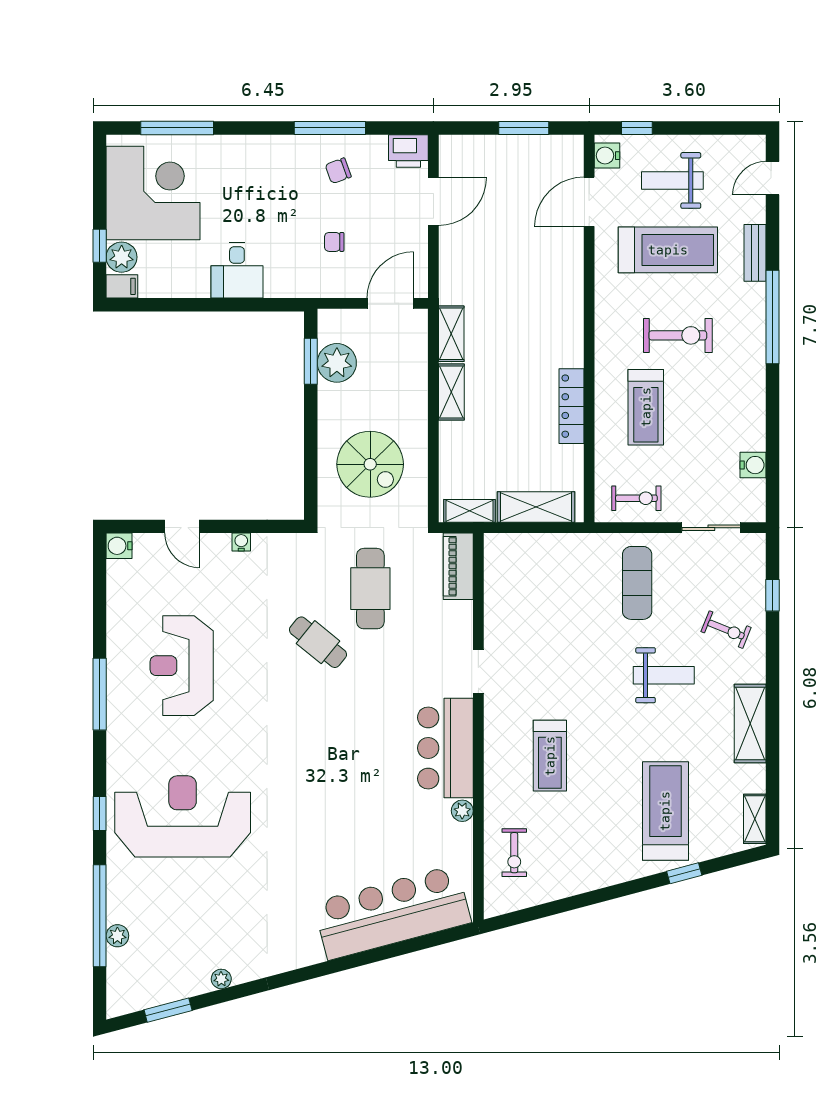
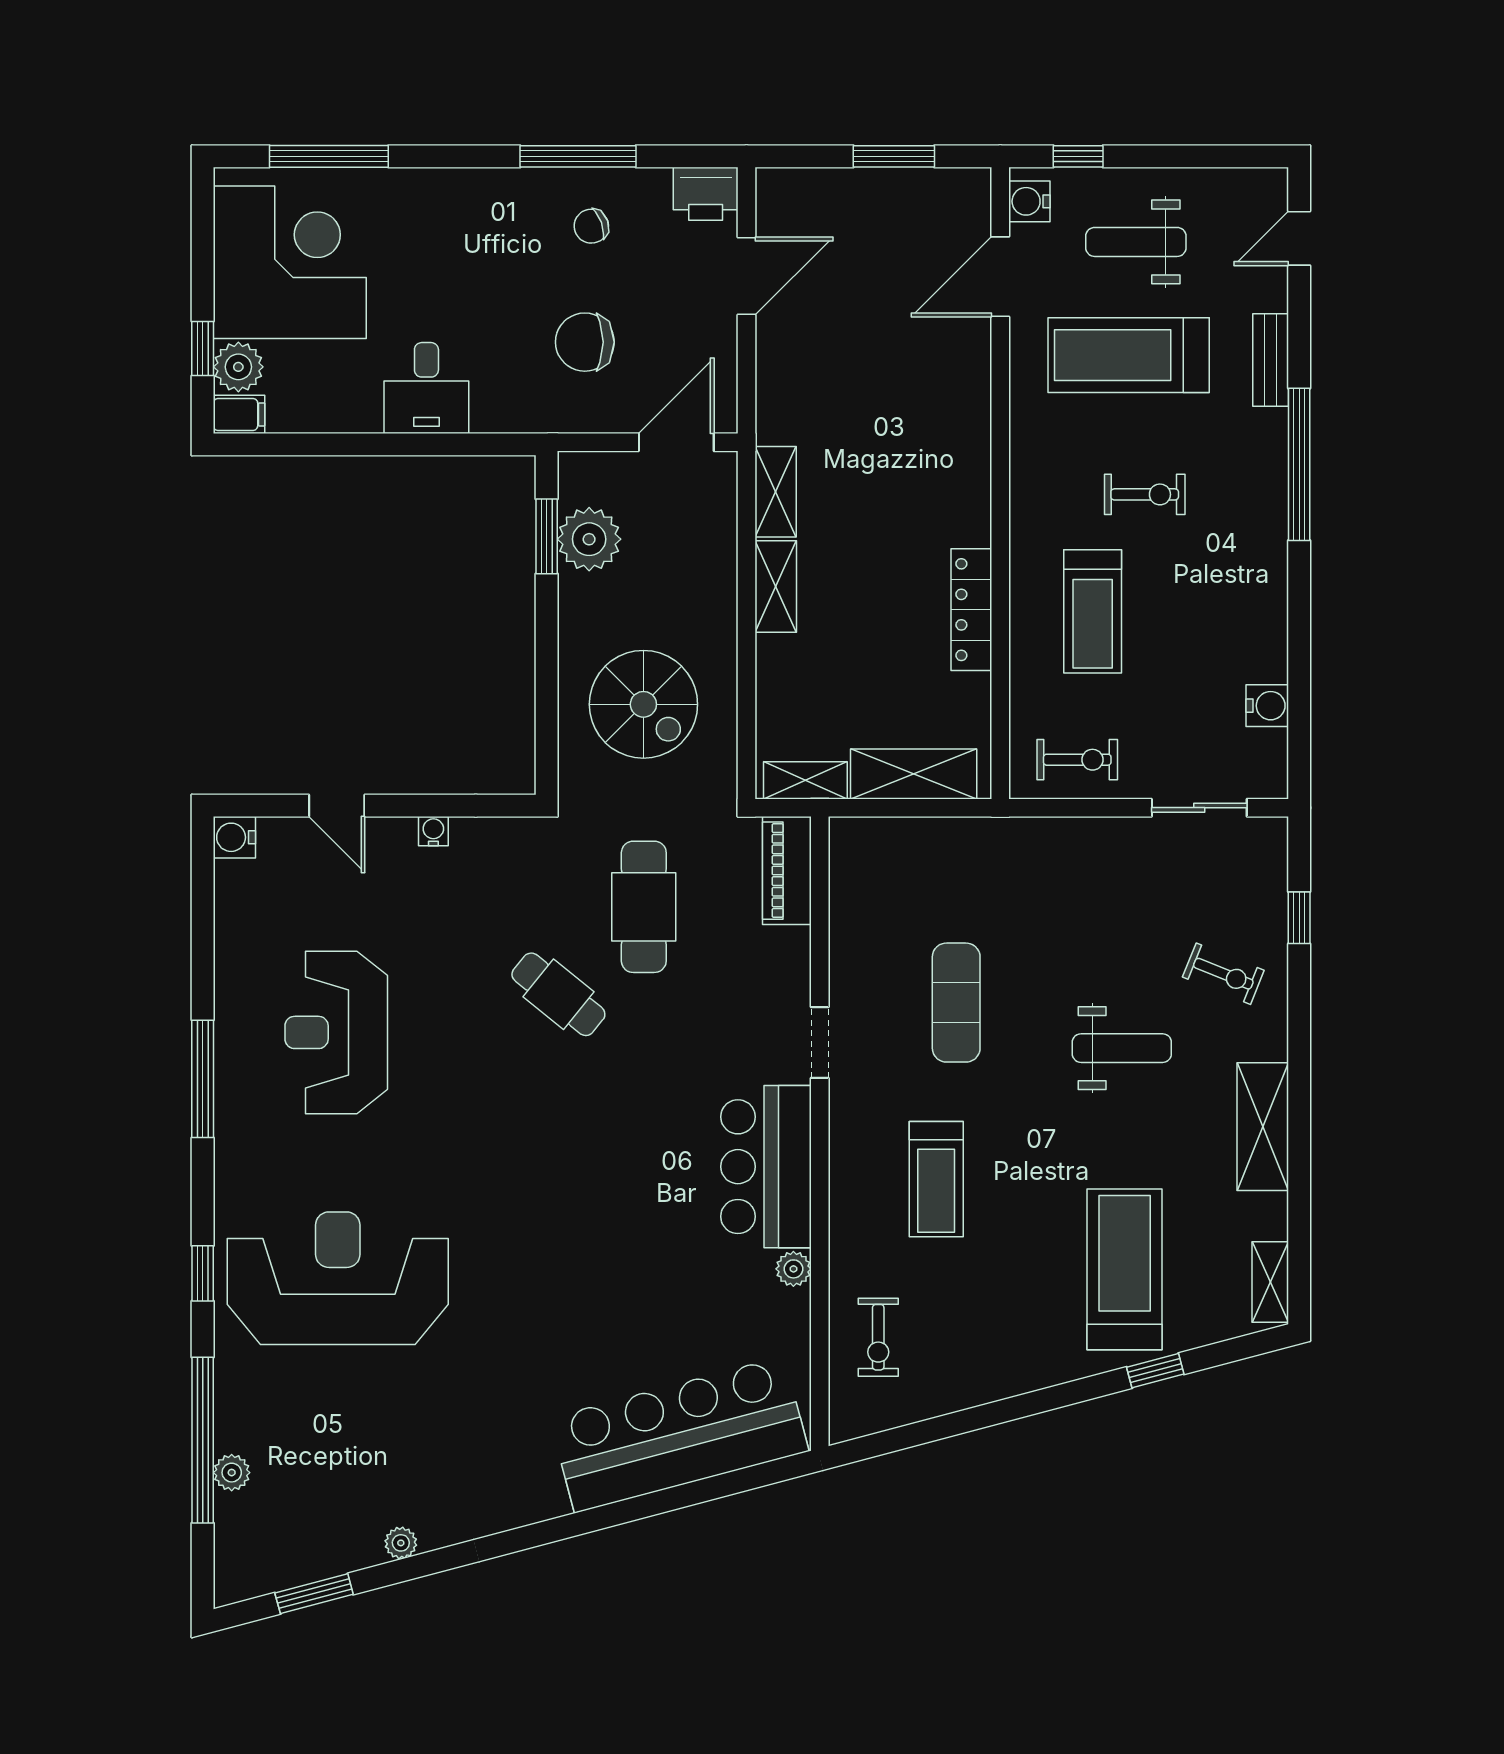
chair: (334, 242) -> (585, 342), width x1.87, depth x1.87
treadmill: (668, 250) -> (1129, 355), turned 180
exercise bike: (678, 335) -> (1145, 494), width x0.73, depth x0.72
exercise mat: (637, 583) -> (956, 1003), moved

